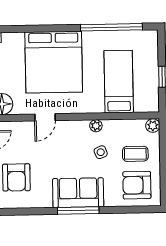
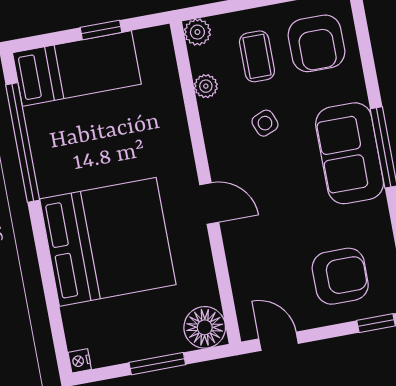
bed: (119, 82) -> (77, 68), moved, turned 180
door: (45, 117) -> (209, 204), moved
plant: (96, 126) -> (206, 86), moved

